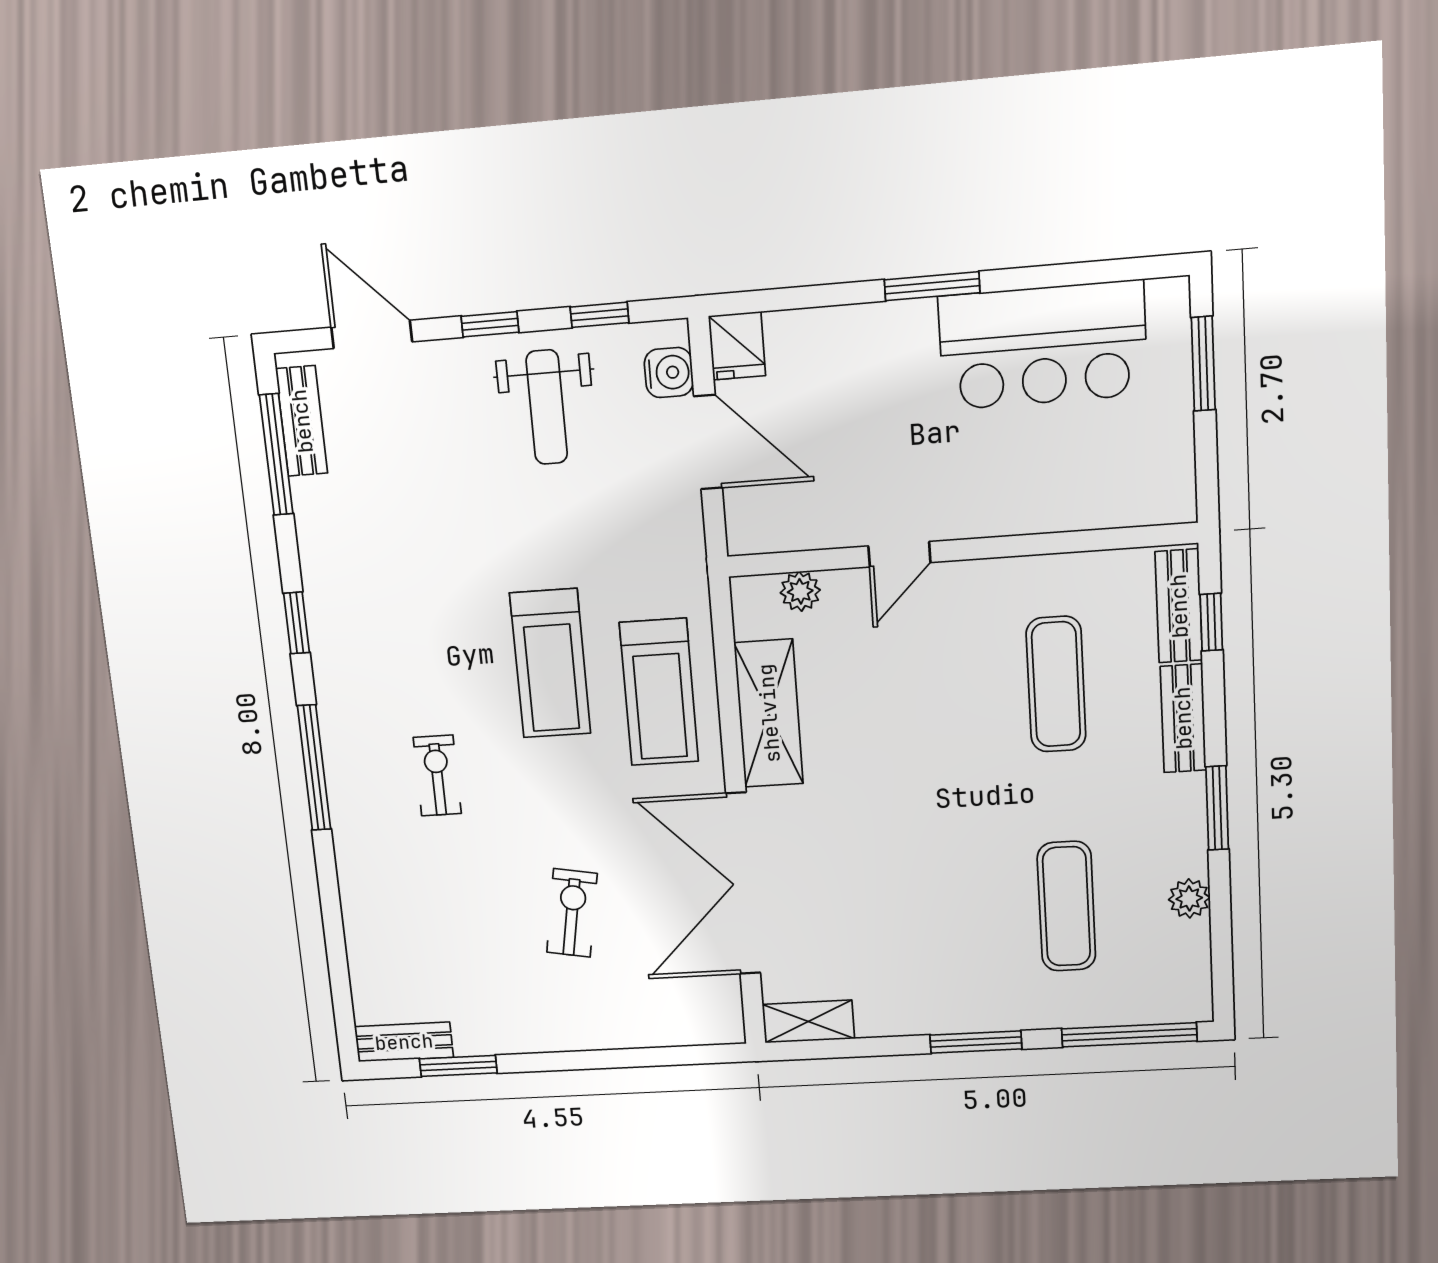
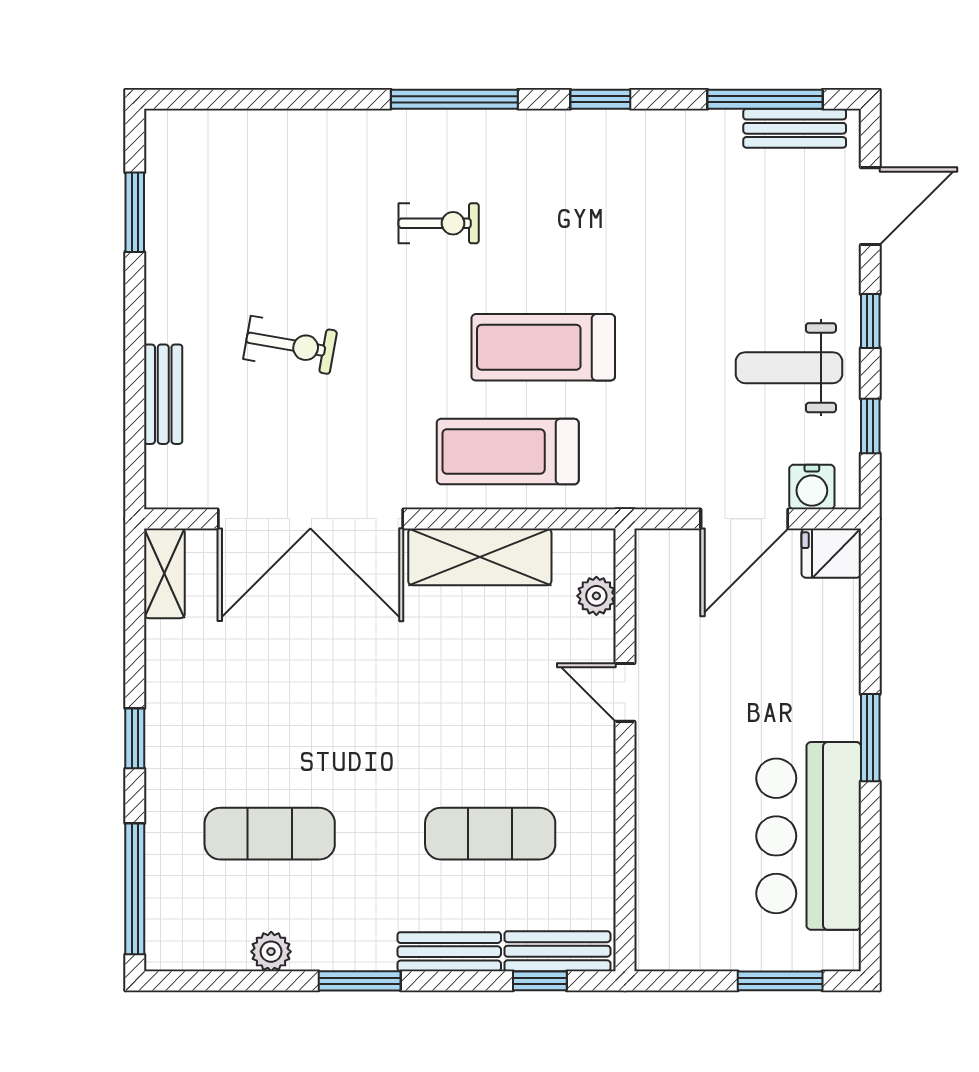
double door: (743, 884) -> (310, 519), swing flipped
bench: (404, 1042) -> (163, 394), moved
window: (976, 1042) -> (135, 738), width x0.67

